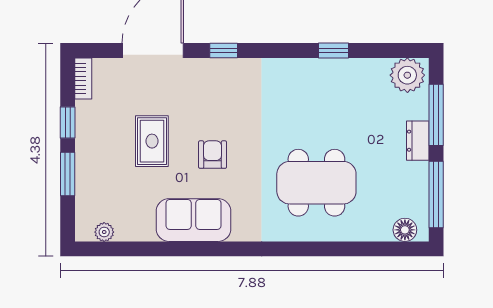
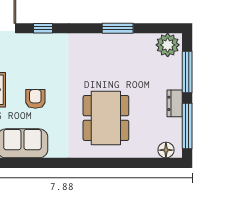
window: (334, 51) -> (118, 28), width x1.50
dresser: (418, 141) -> (175, 103), moved
dining table: (316, 183) -> (106, 118), turned 90

